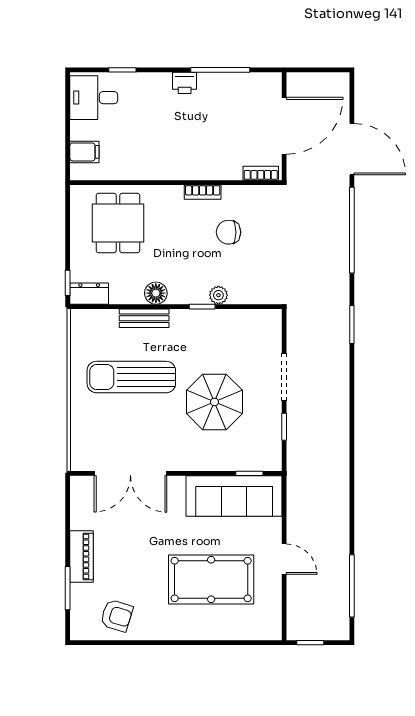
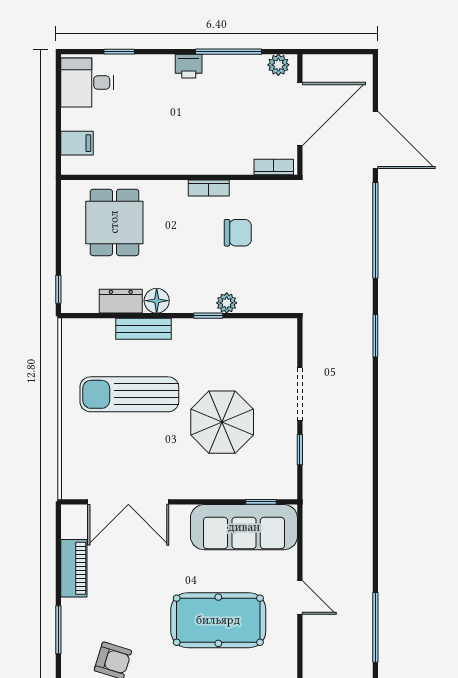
plant: (265, 82) -> (278, 65), added
chair: (229, 232) -> (238, 233), turned 180
dresser: (89, 294) -> (121, 301), moved
piano: (82, 557) -> (74, 568), moved

